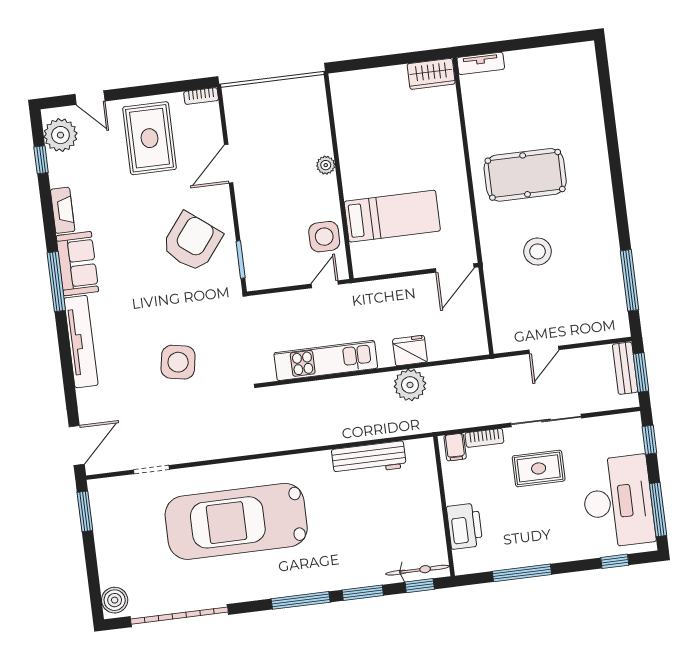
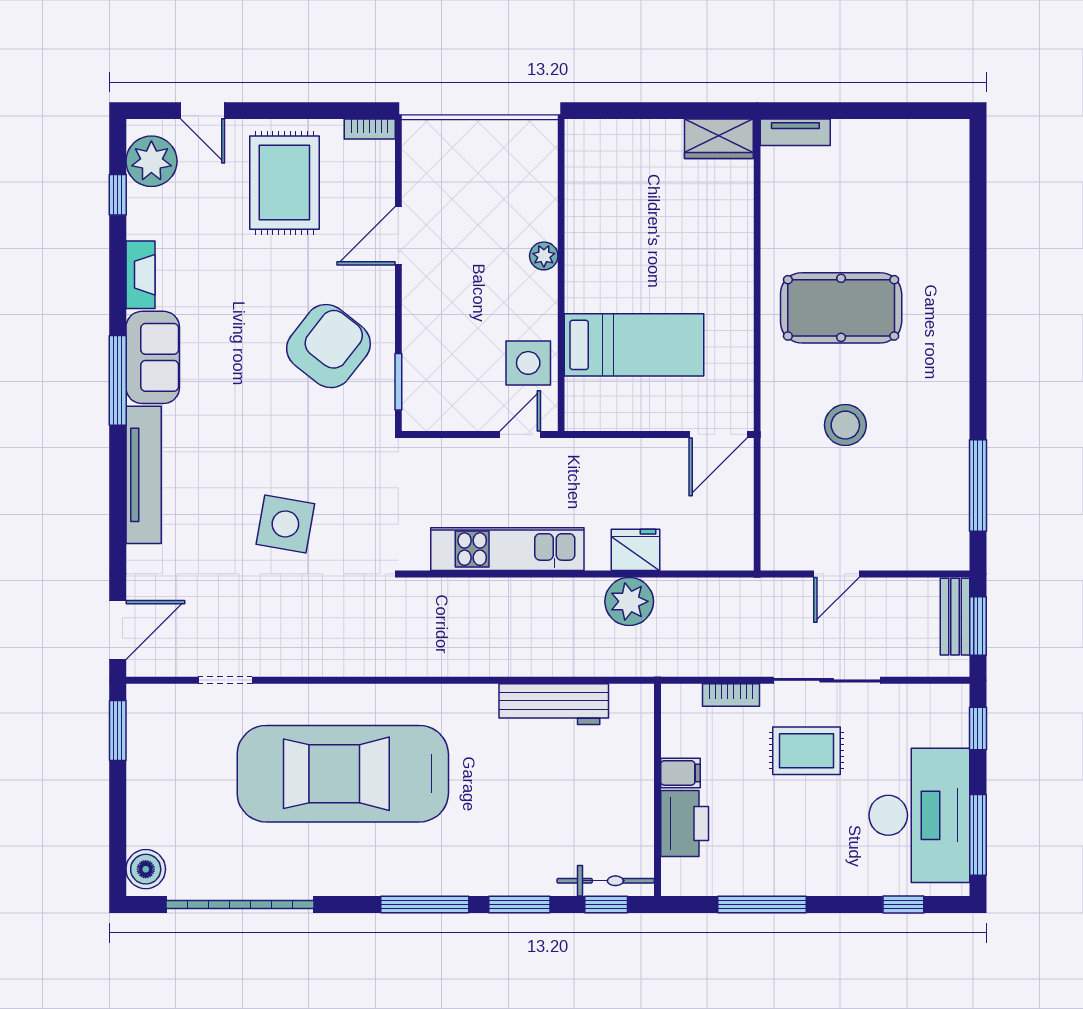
filing cabinet: (455, 447) -> (681, 773), moved, turned -90

